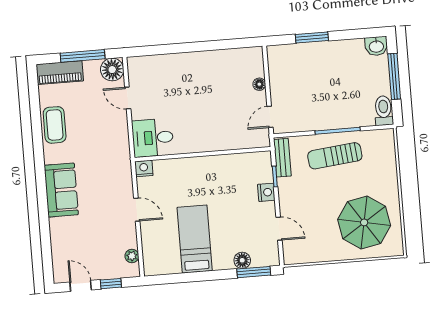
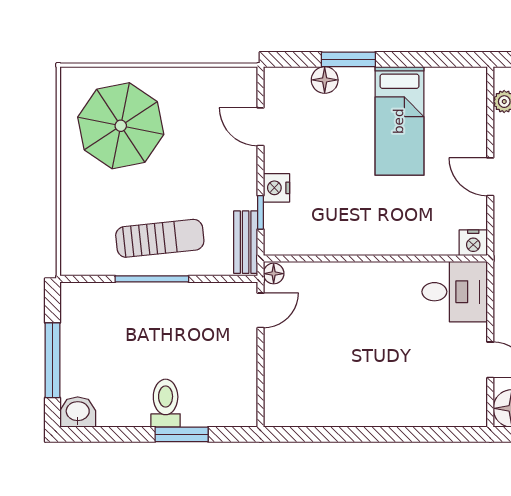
floor lamp: (259, 84) -> (274, 274), moved
toilet: (384, 111) -> (166, 403), moved, turned 180
window: (254, 272) -> (348, 59), moved

